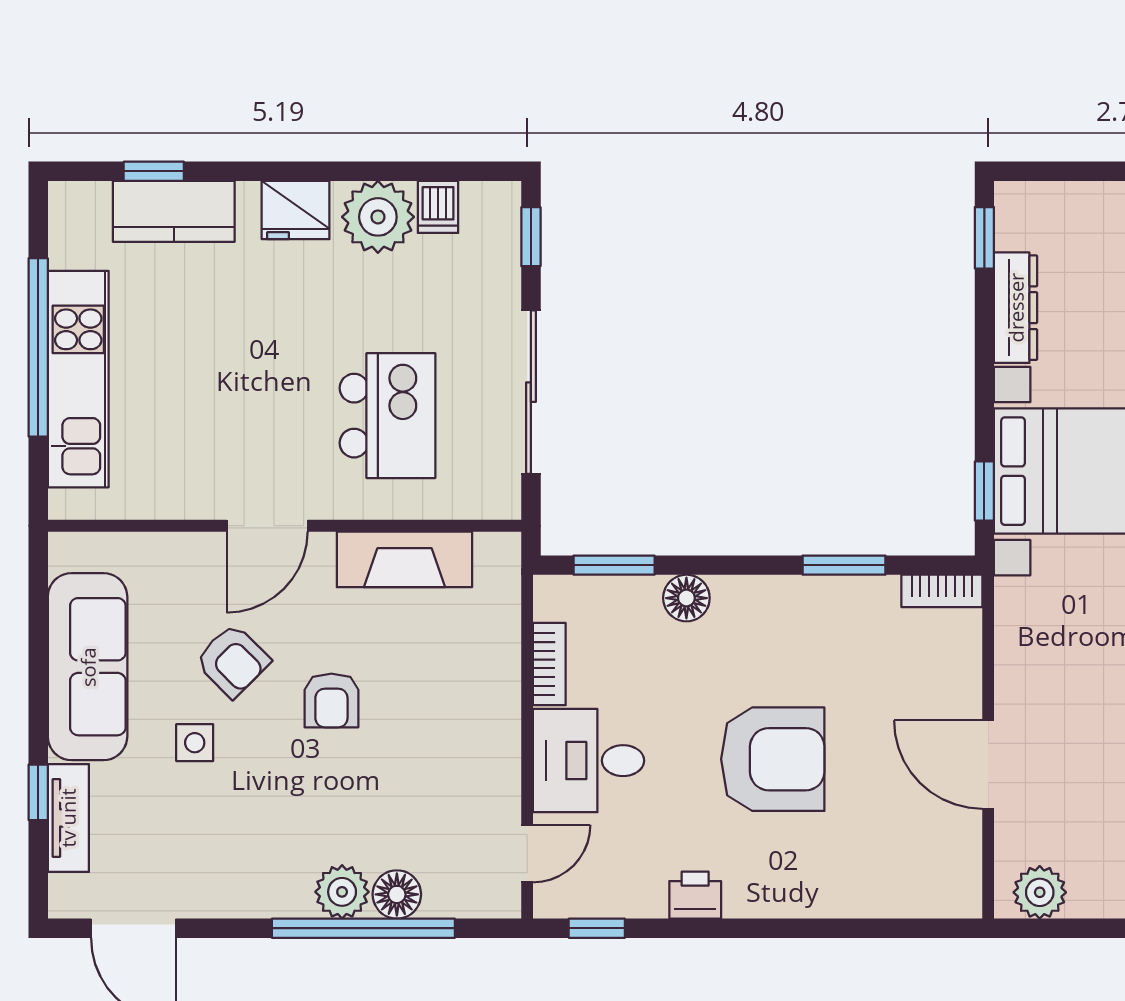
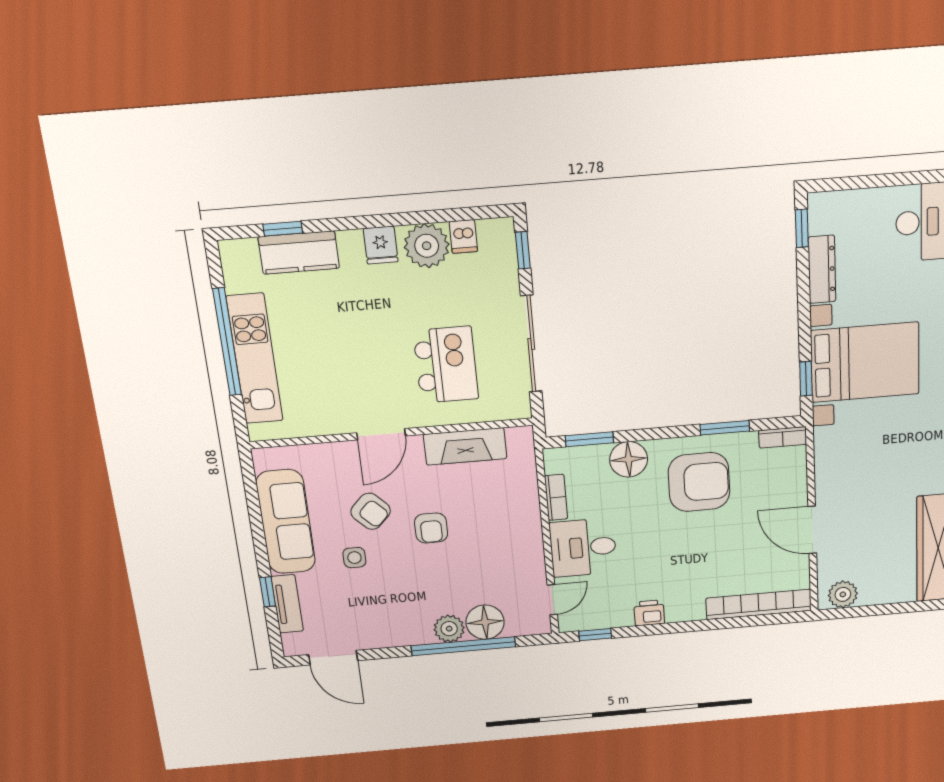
fridge: (296, 210) -> (381, 245), width x0.72
floor lamp: (686, 598) -> (629, 459), width x1.38, depth x1.38
armchair: (773, 759) -> (699, 482), moved
floor lamp: (397, 894) -> (485, 622), width x1.38, depth x1.38
bookcase: (889, 898) -> (759, 604), added

